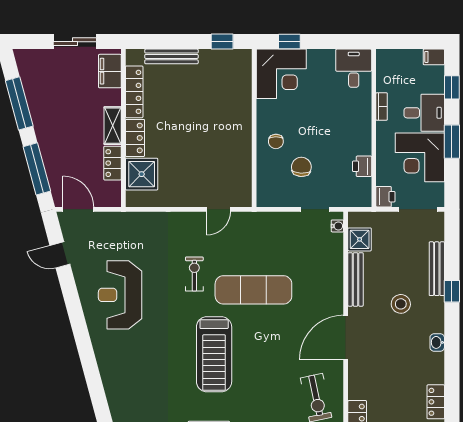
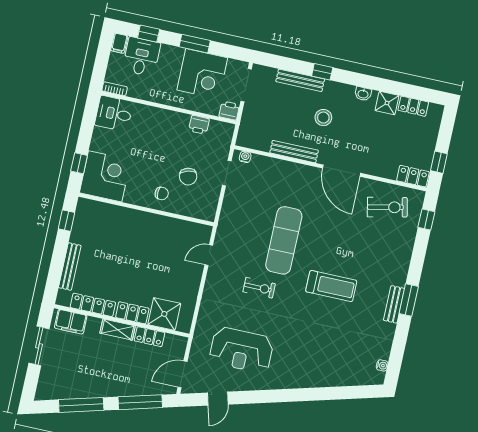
bookcase: (382, 106) -> (115, 89), moved
desk: (424, 113) -> (141, 57), moved
chair: (301, 167) -> (188, 177), turned -110
door: (219, 209) -> (209, 255), swing flipped
shower: (360, 239) -> (387, 103), moved
exercise bike: (194, 274) -> (259, 288), turned 180
reception desk: (120, 295) -> (241, 350), moved
treadmill: (214, 354) -> (331, 286), width x0.73, depth x0.73

